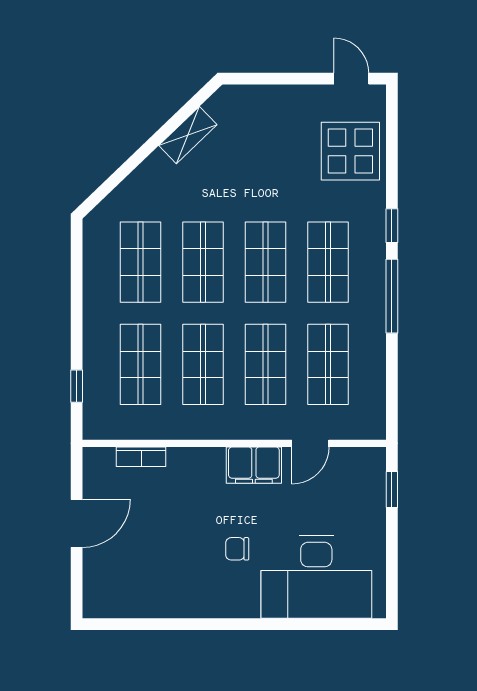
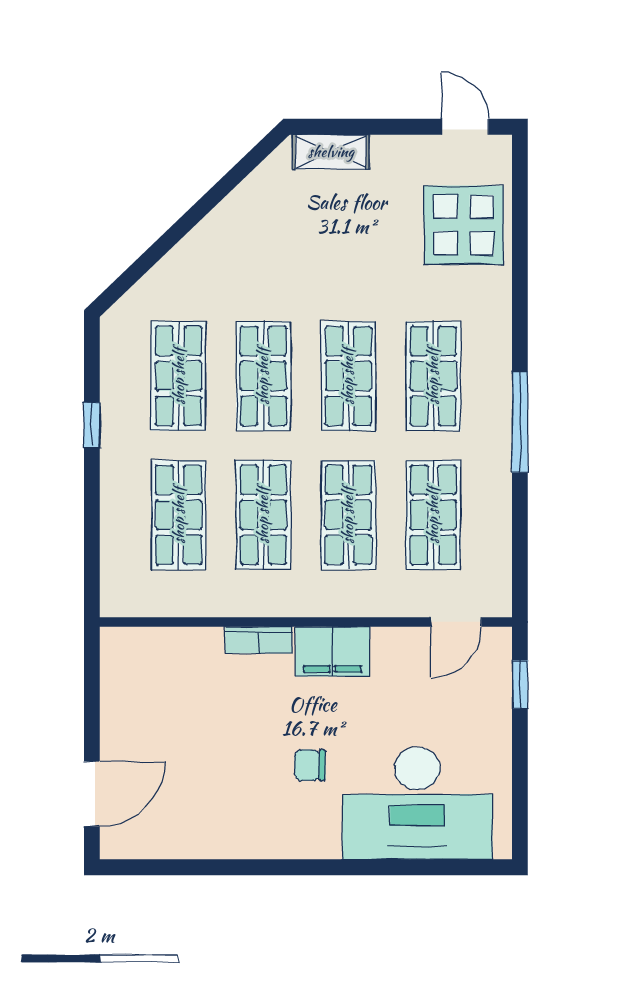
shelving: (188, 135) -> (331, 152), moved, turned 44
window: (392, 226) -> (520, 326), removed
window: (77, 386) -> (92, 425), moved
door: (310, 443) -> (456, 622), moved
bookcase: (141, 457) -> (259, 640), moved
door: (77, 523) -> (92, 794), moved

